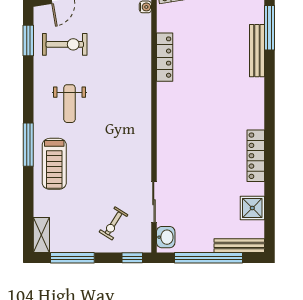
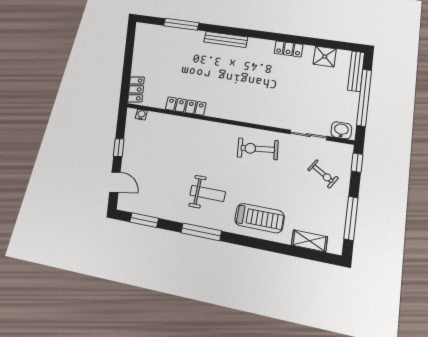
exercise bike: (65, 44) -> (258, 149), moved, turned -96
bench: (257, 51) -> (226, 39), moved
window: (28, 145) -> (201, 232), moved
locker: (256, 156) -> (289, 49), width x0.66
shelving: (41, 235) -> (309, 241), moved

